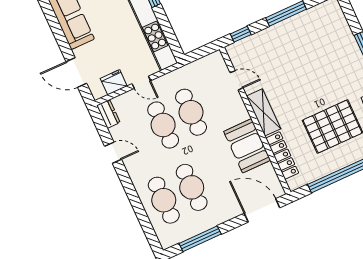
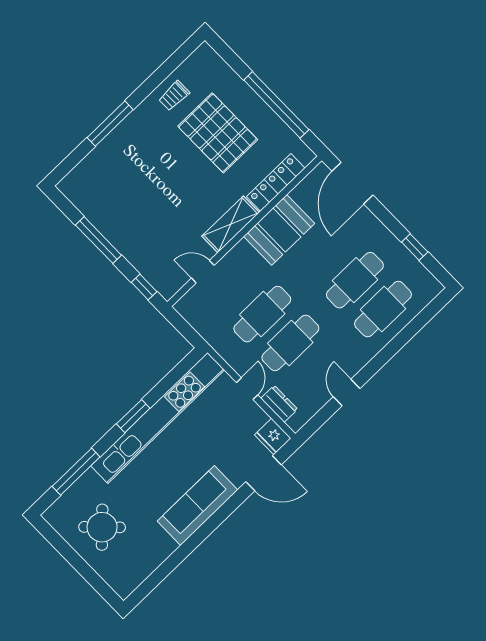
door: (76, 72) -> (264, 473), hinge flipped
door: (237, 80) -> (203, 272), hinge flipped
fridge: (114, 82) -> (273, 437), moved
dresser: (108, 114) -> (279, 404), moved, turned 90
window: (200, 239) -> (415, 247), width x0.46

